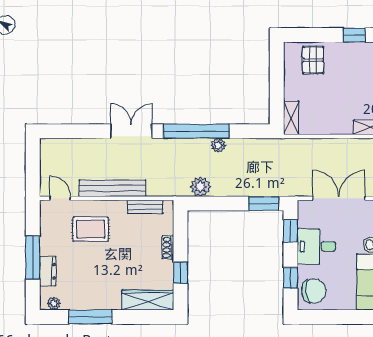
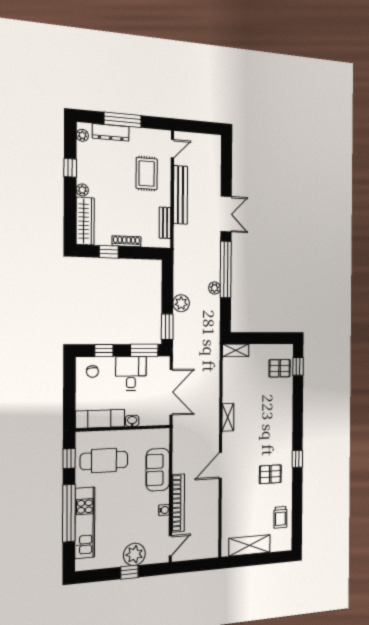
window: (354, 35) -> (298, 366), moved
plant: (200, 187) -> (181, 303), moved
window: (290, 231) -> (144, 350), width x1.50
shoe rack: (168, 247) -> (126, 241), width x1.43
dresser: (48, 271) -> (111, 132), width x1.44
chair: (314, 291) -> (92, 372), width x0.54, depth x0.54
plant: (114, 303) -> (82, 190), added
window: (90, 317) -> (70, 168), width x0.46

